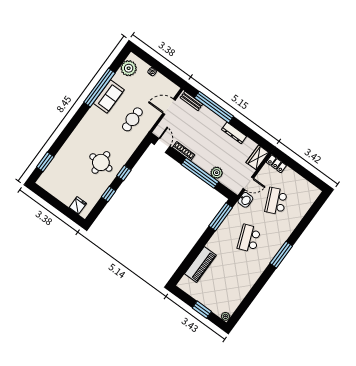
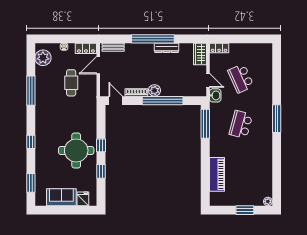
locker: (169, 86) -> (86, 48), added
window: (99, 88) -> (31, 91), width x0.68
sofa: (109, 97) -> (61, 197), moved, turned -90
window: (214, 107) -> (153, 39), moved
cafe table: (132, 119) -> (71, 83), moved
window: (69, 129) -> (31, 142), added
round table: (101, 162) -> (76, 150), width x1.36, depth x1.36
plant: (217, 173) -> (154, 90), moved
door: (248, 183) -> (208, 80), hinge flipped
school desk: (249, 238) -> (241, 124), turned 36

